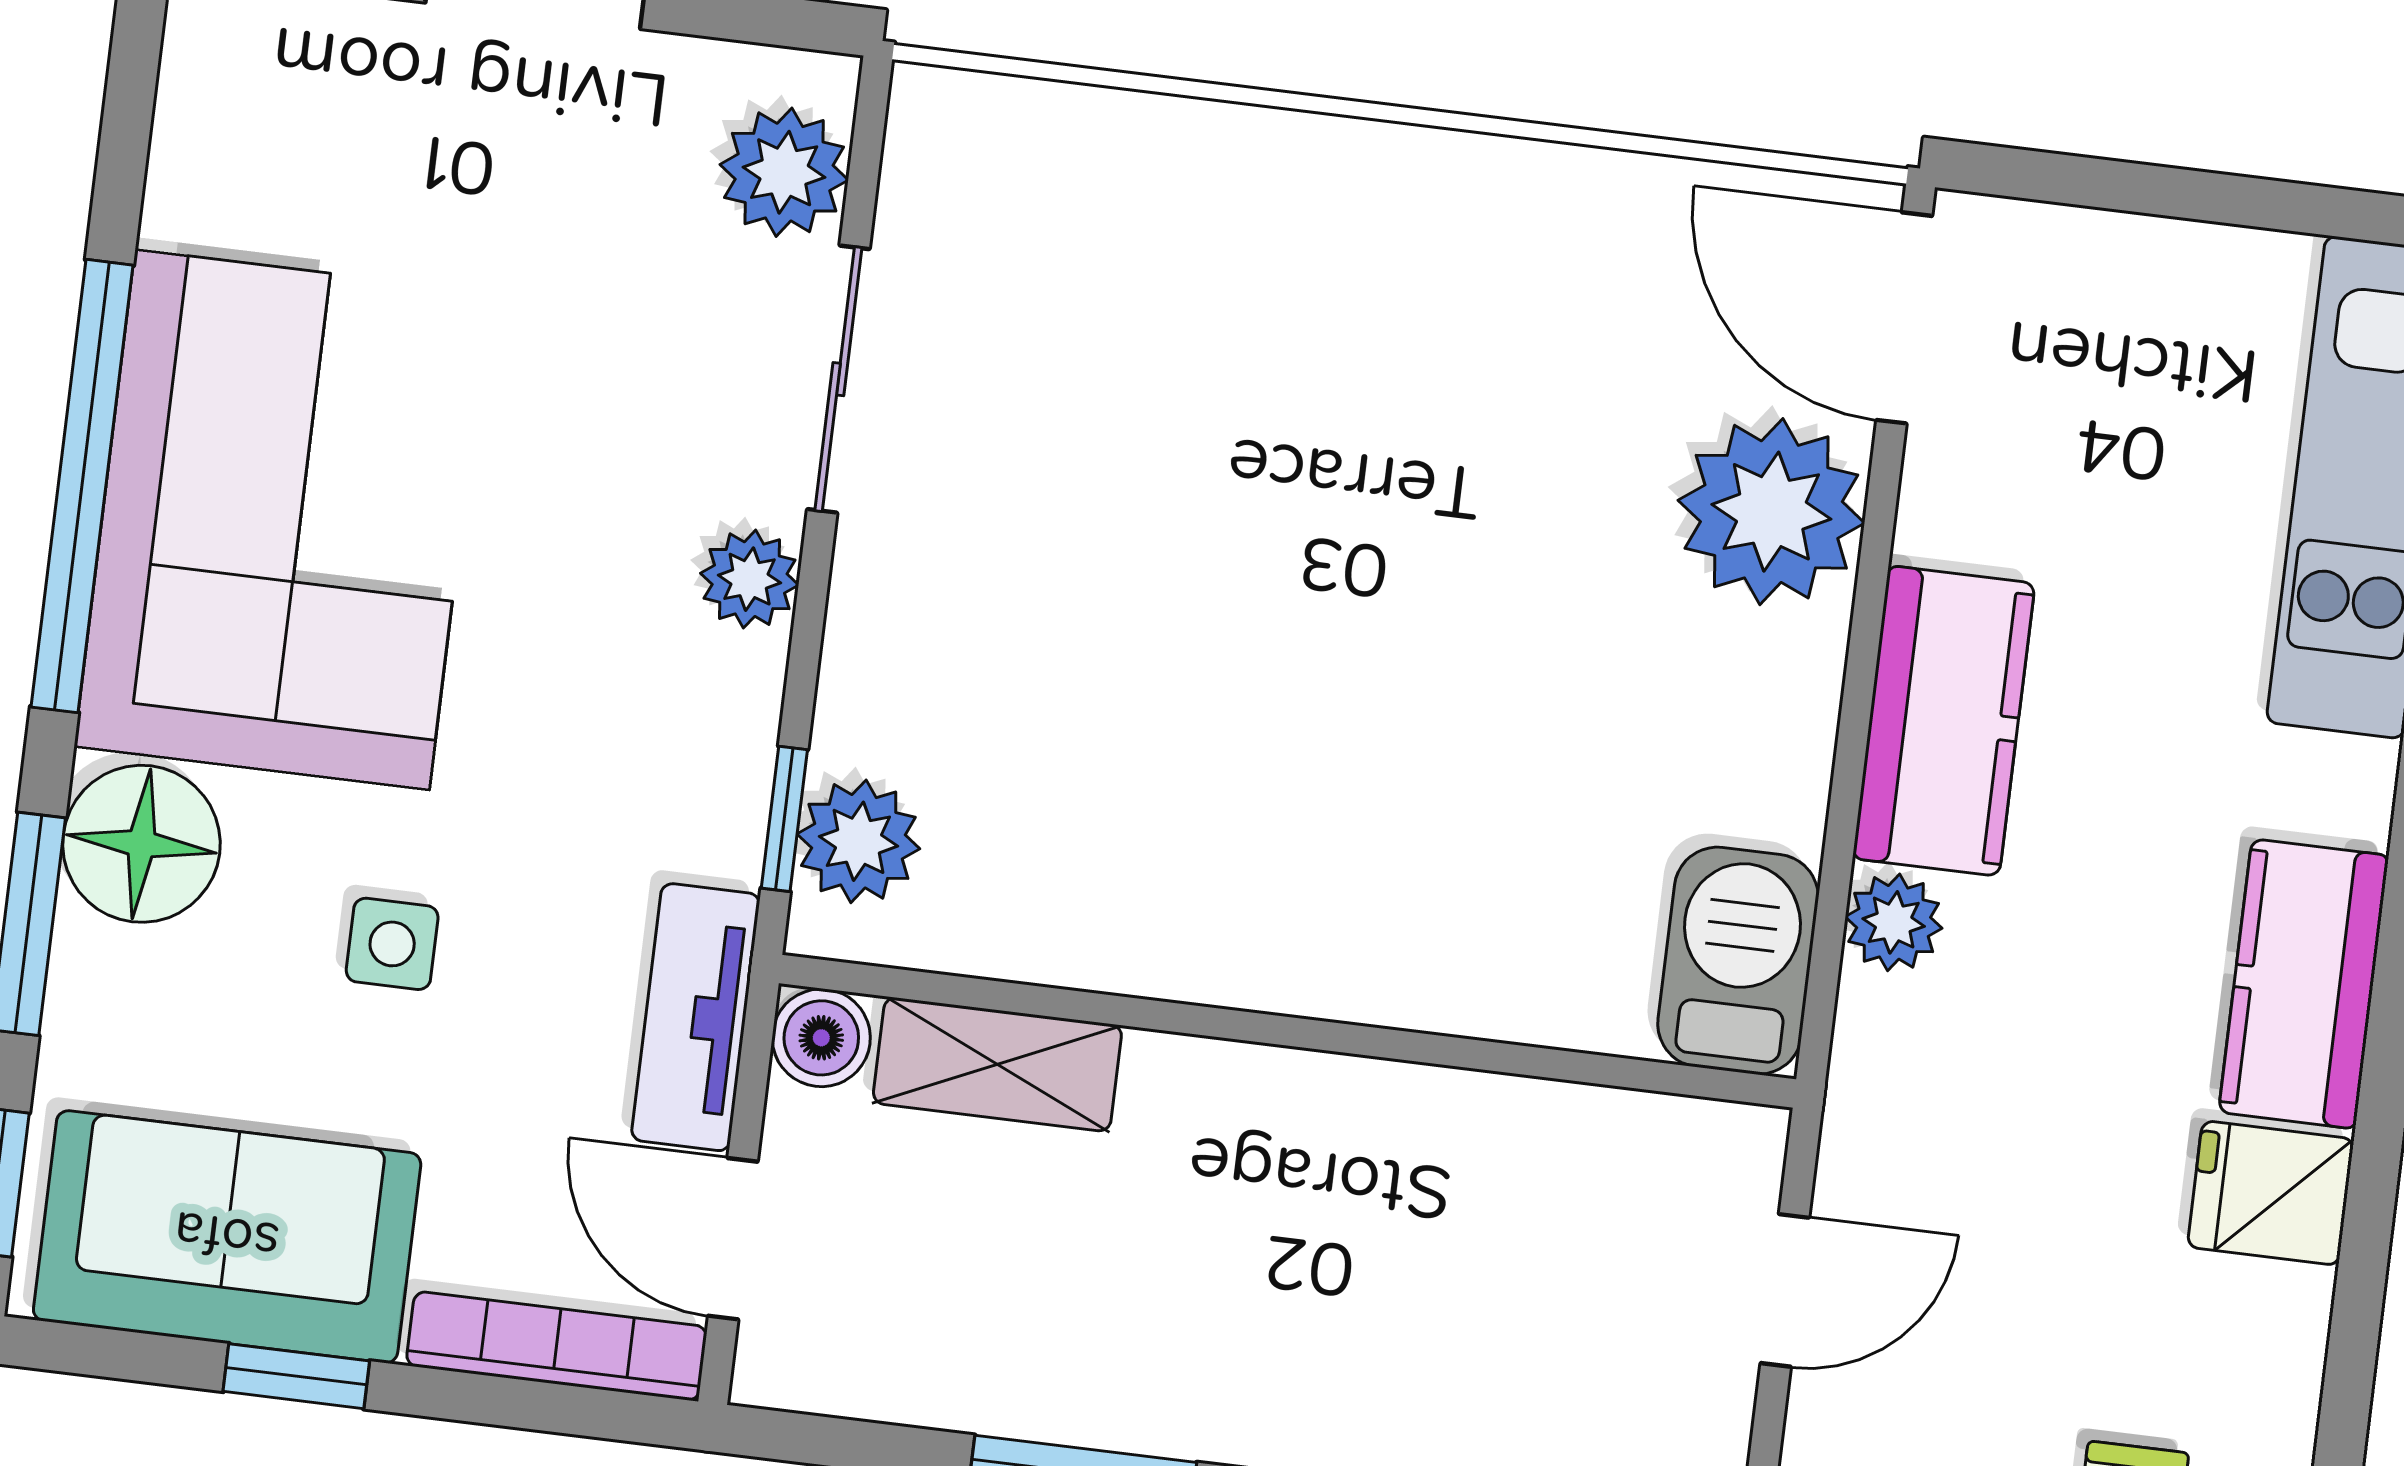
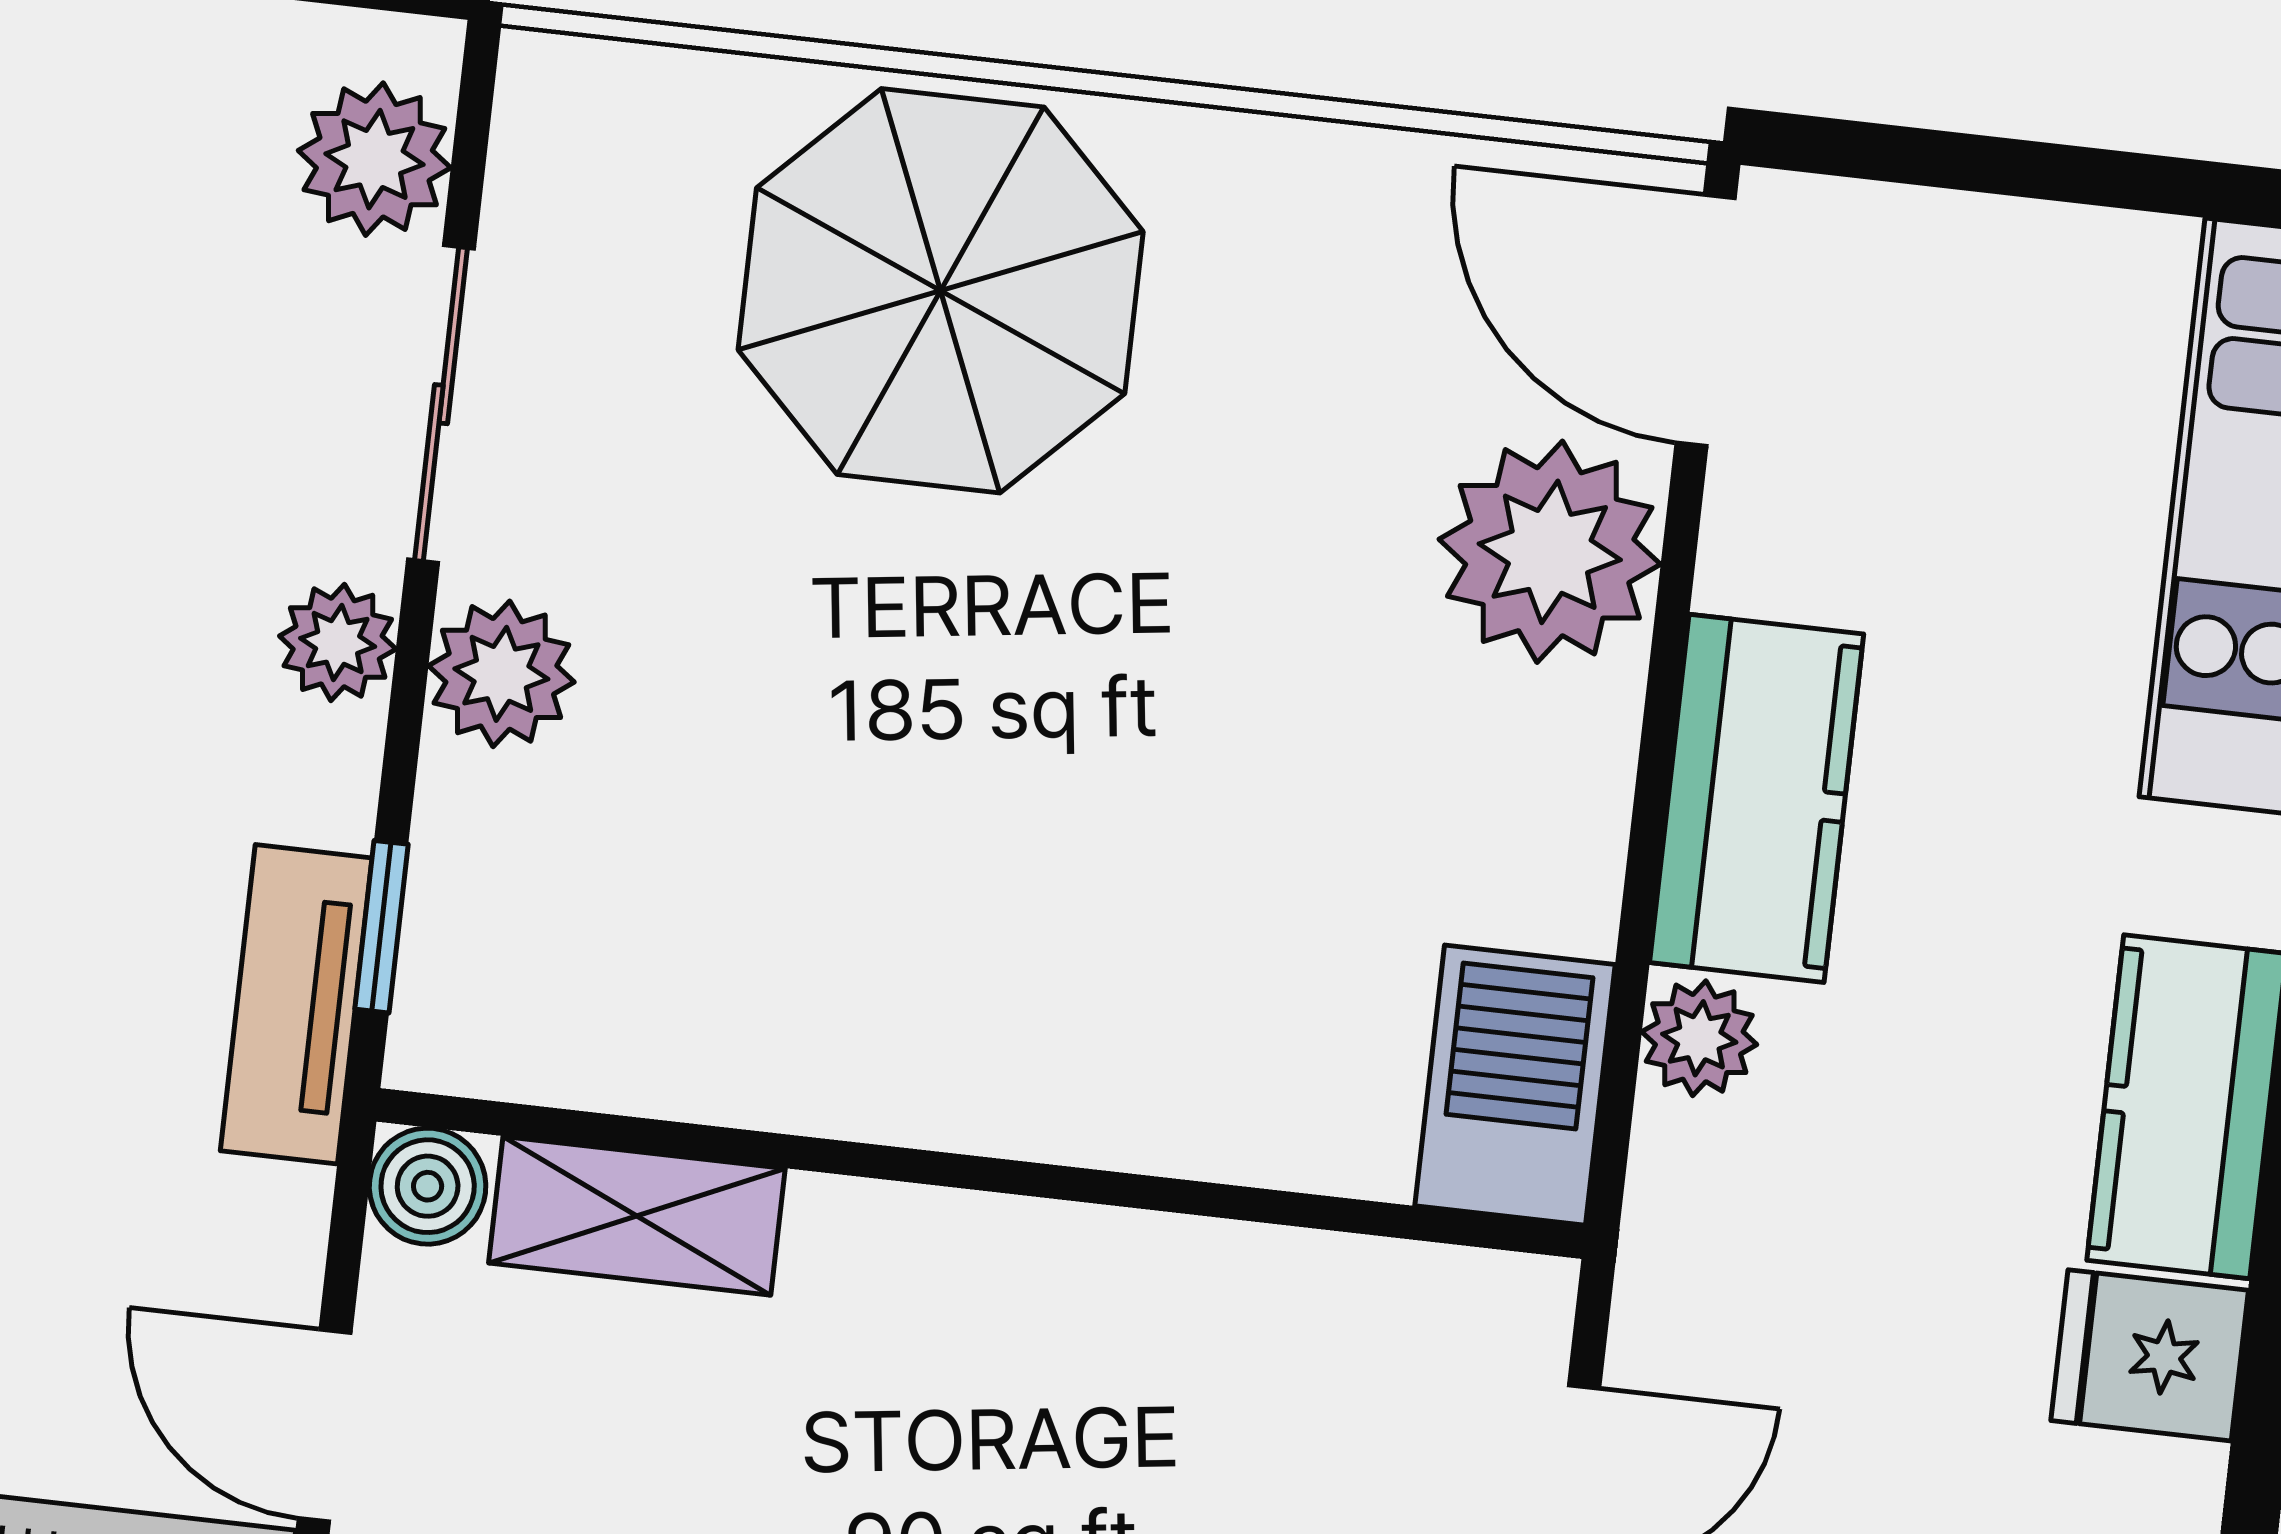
parasol: (1260, 287) -> (941, 291), added
plant: (858, 841) -> (501, 674), moved
tv unit: (696, 1017) -> (296, 1004), moved

